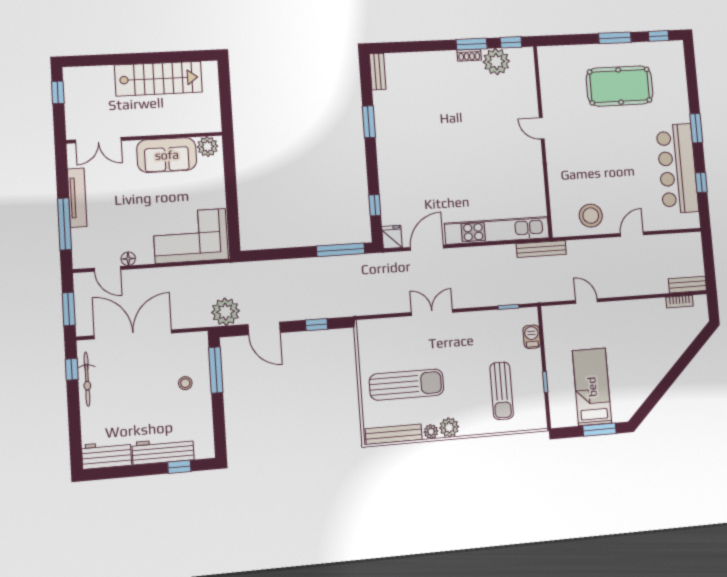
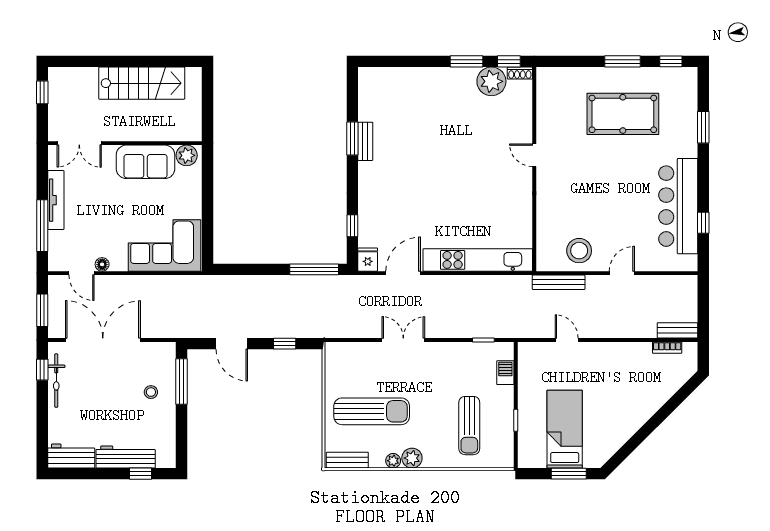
shoe rack: (469, 55) -> (520, 73), moved
bench: (378, 72) -> (365, 141), moved
window: (696, 128) -> (703, 127), moved
bench: (541, 249) -> (559, 282), moved
plant: (225, 312) -> (195, 324), removed
bench: (394, 434) -> (347, 460), width x0.73

